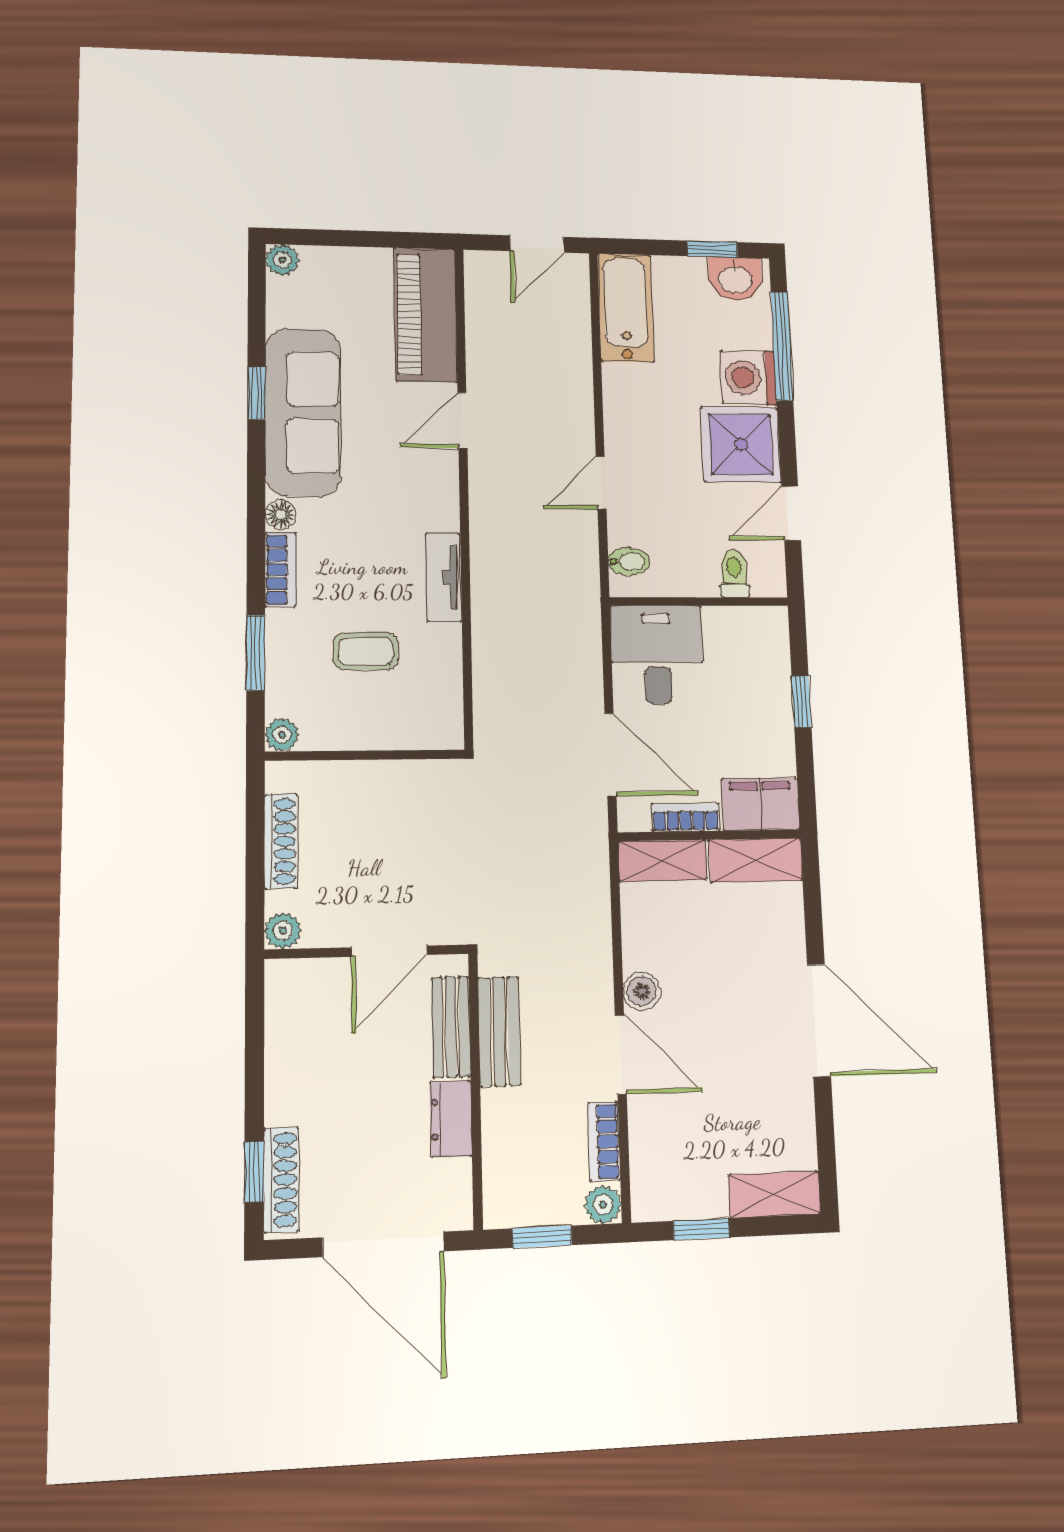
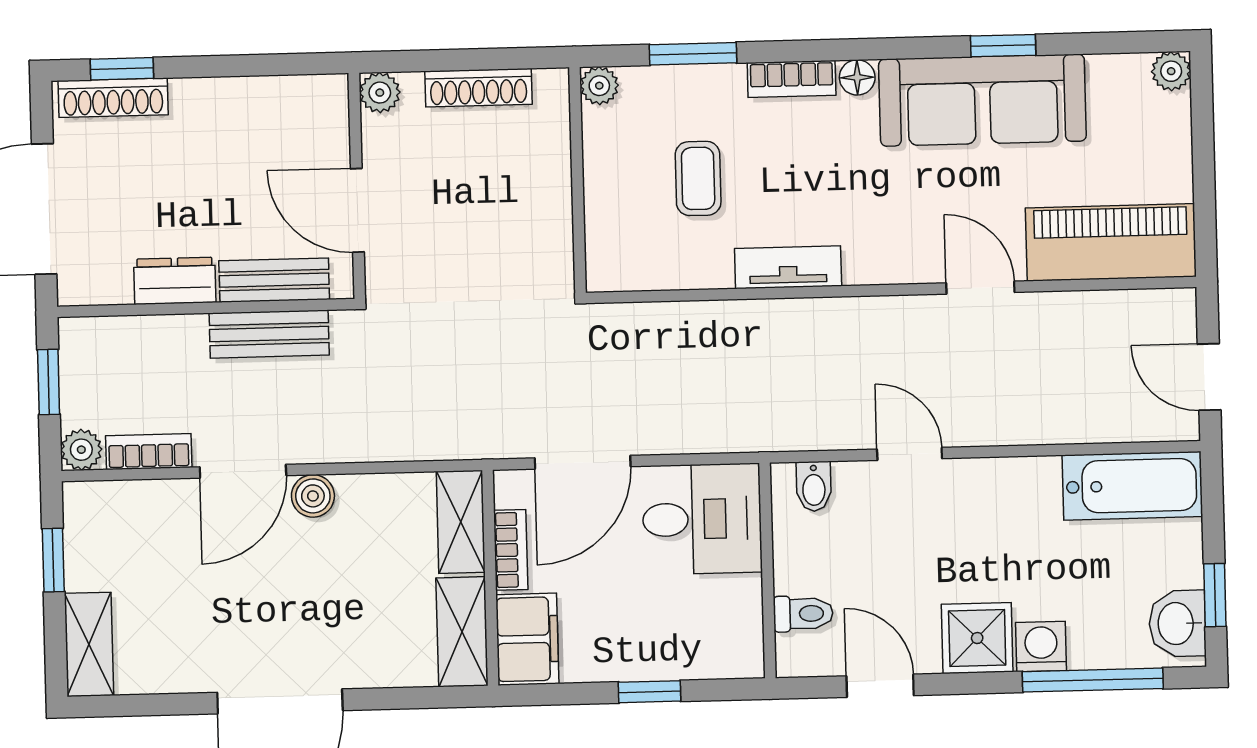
washing machine: (748, 377) -> (1041, 647), width x0.73, depth x0.73
shower: (741, 445) -> (977, 638), width x0.73, depth x0.73

